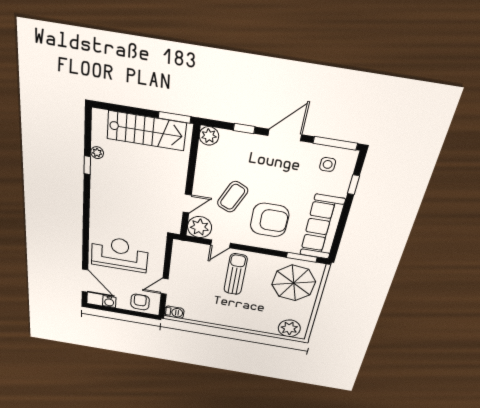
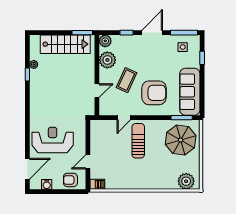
plant: (200, 227) -> (107, 60), moved
door: (85, 281) -> (27, 169), hinge flipped
armchair: (140, 302) -> (70, 180), turned -90

